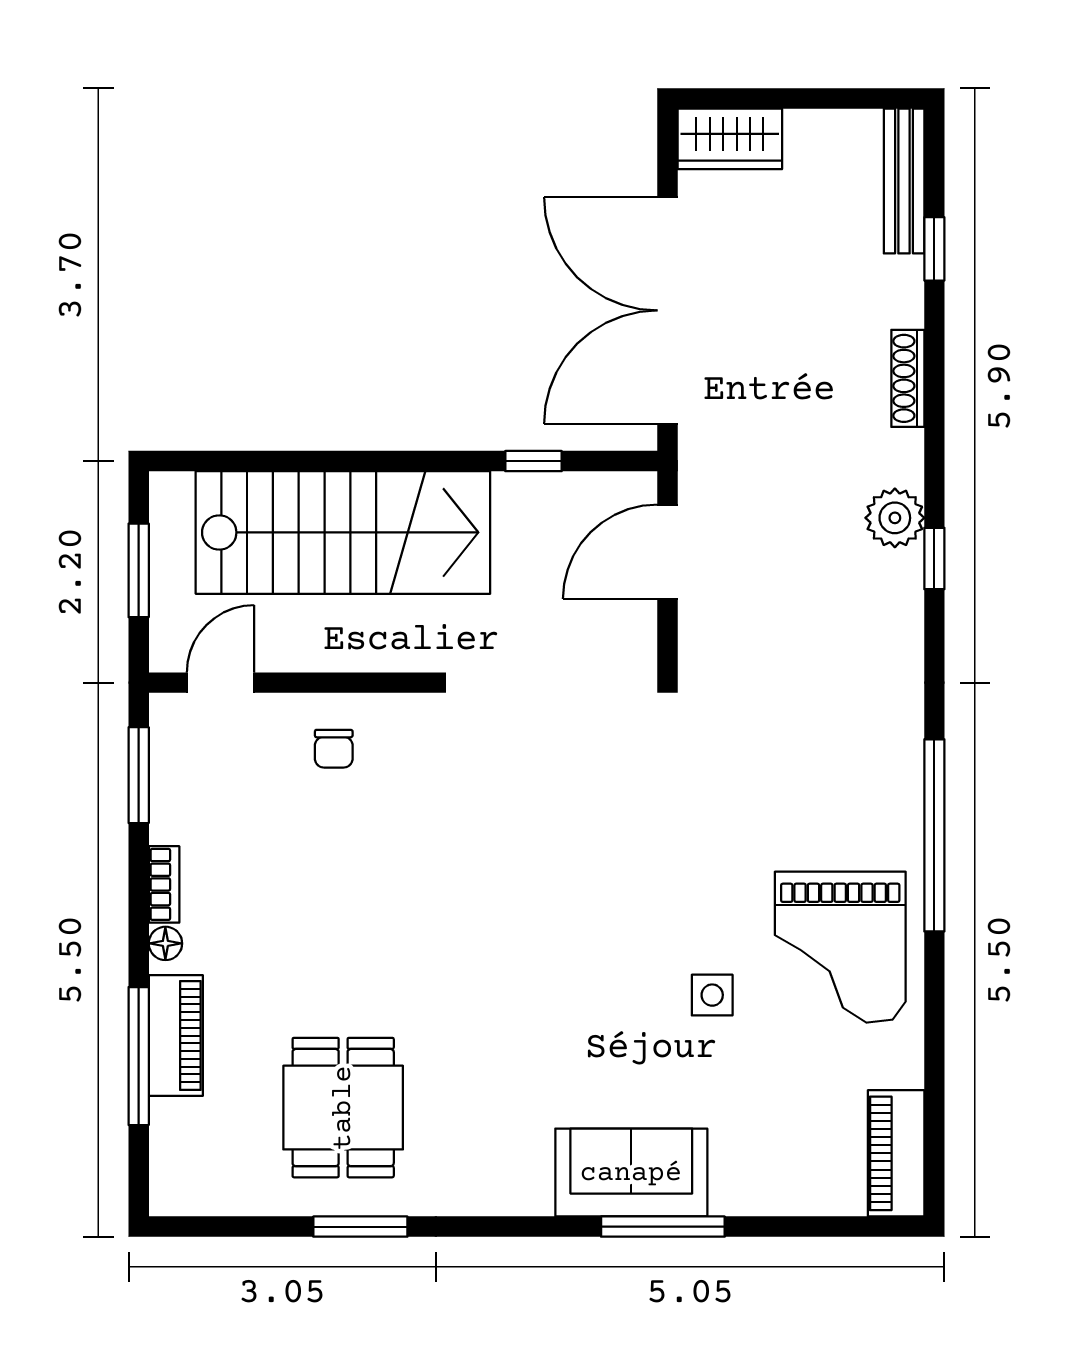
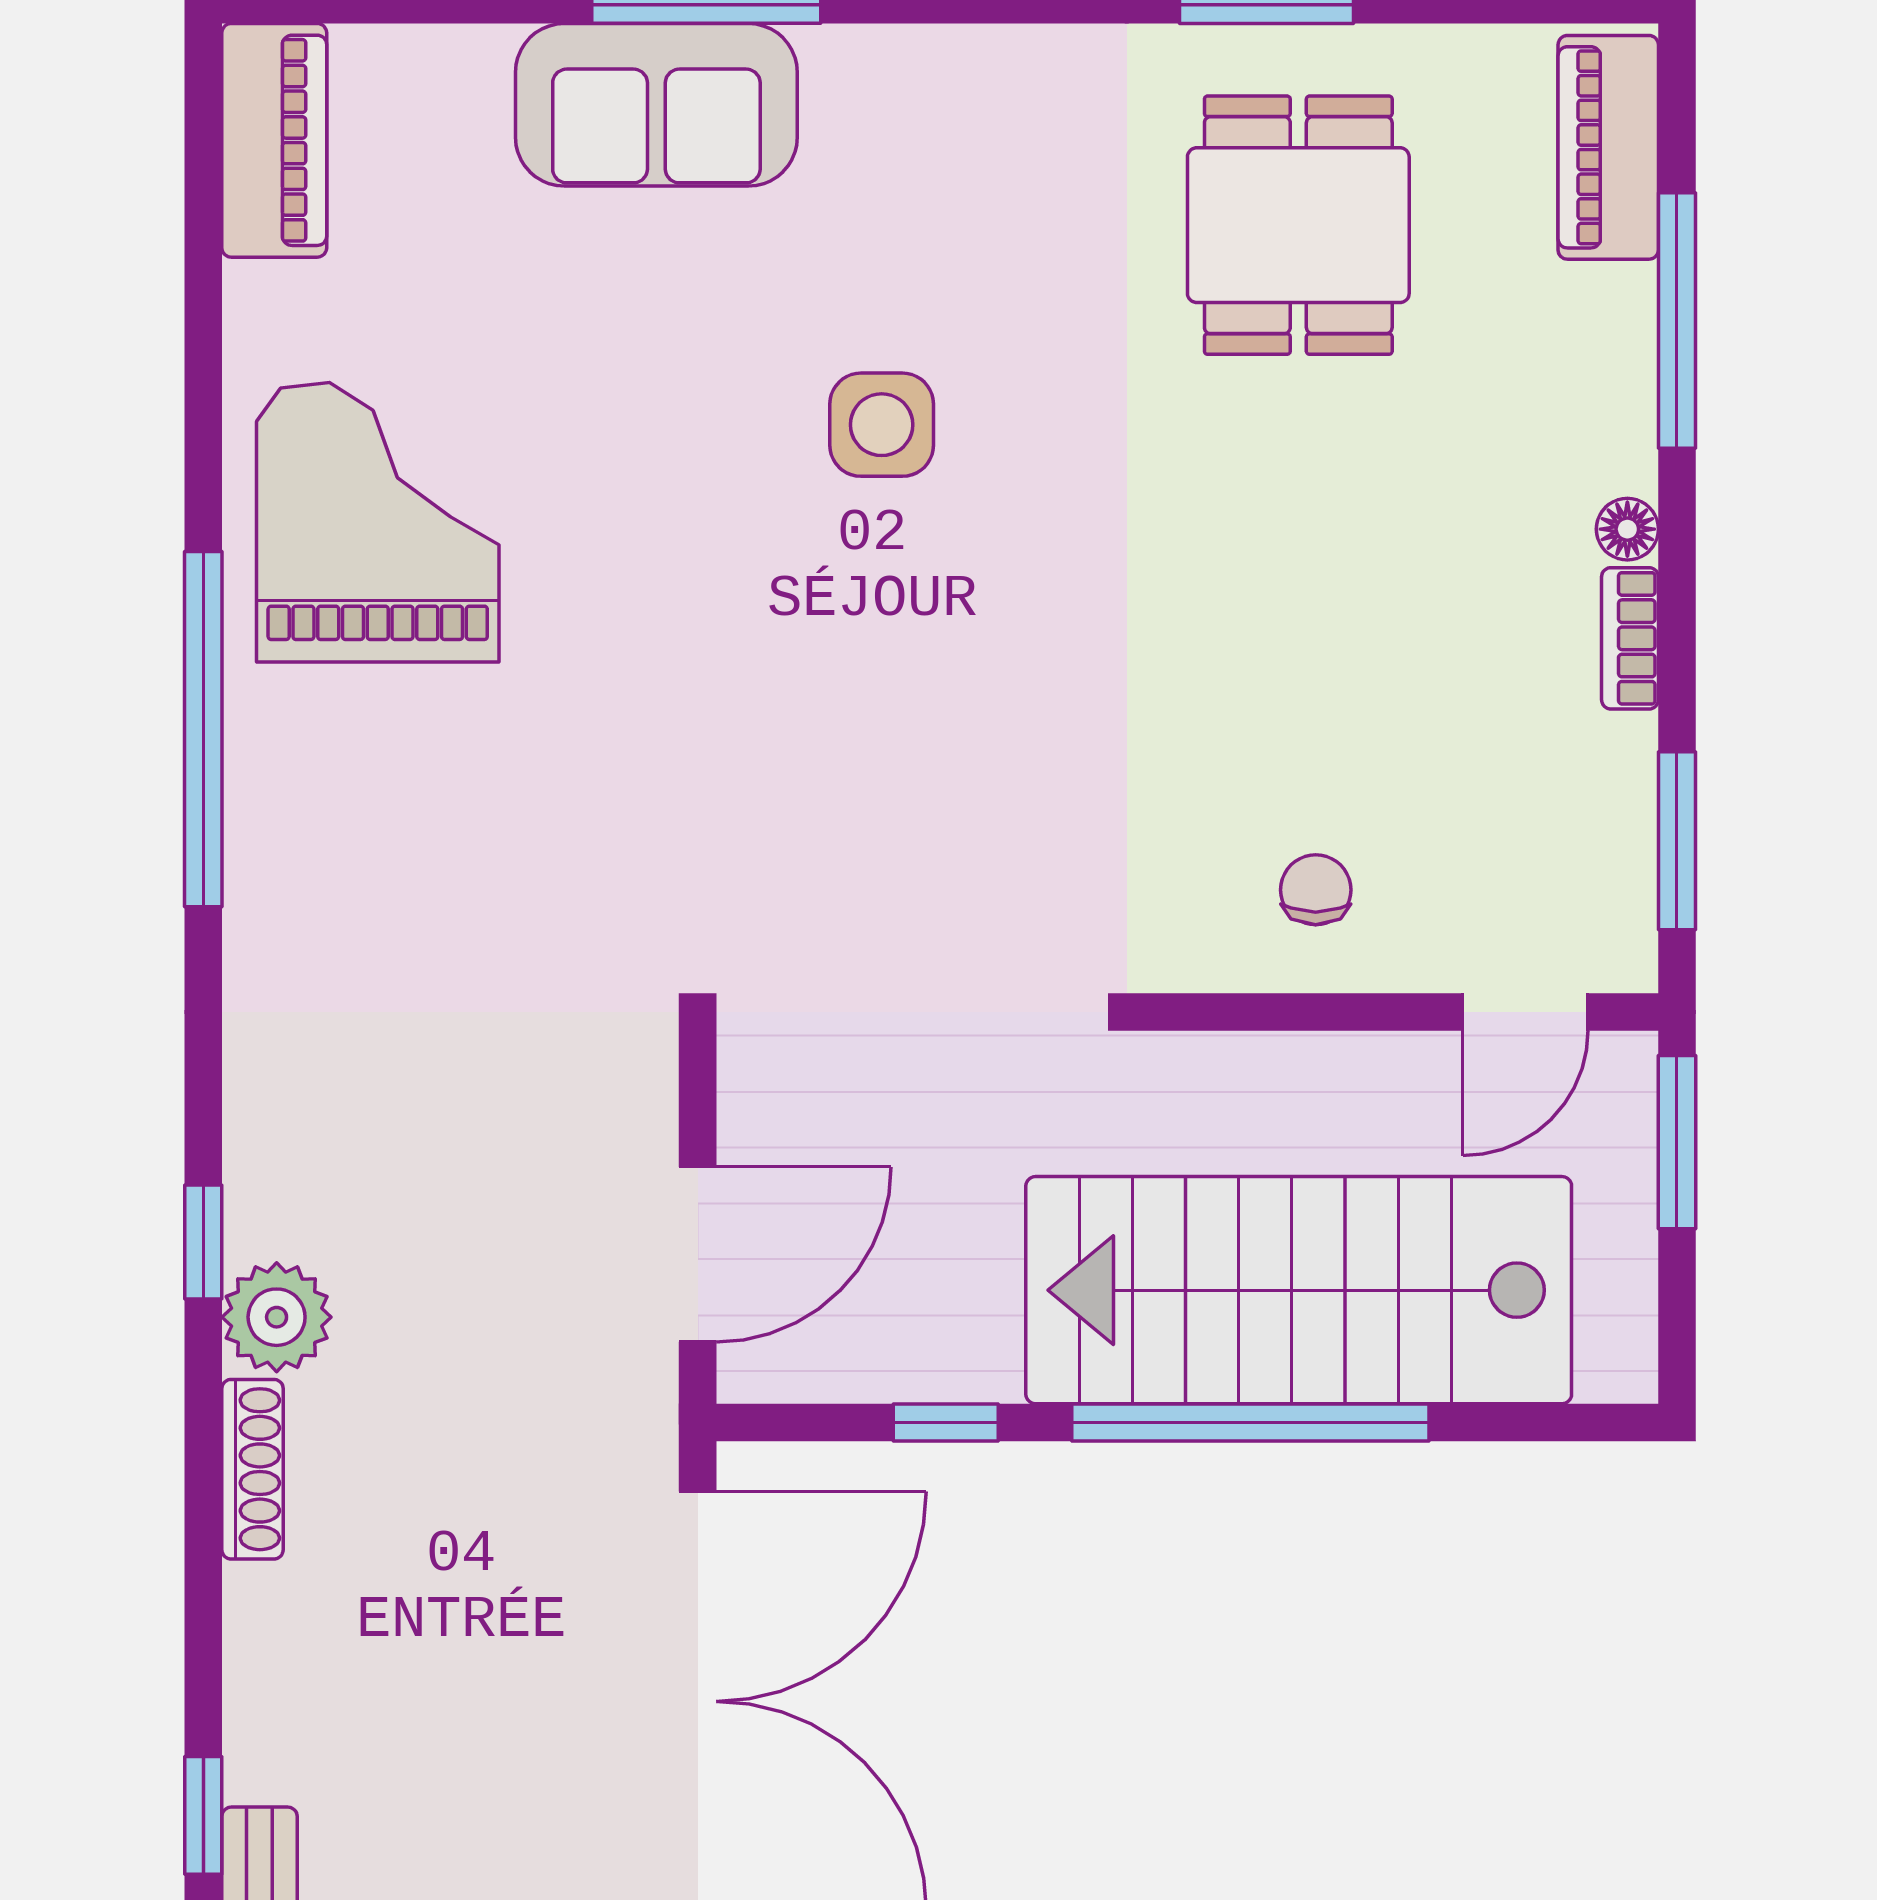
shoe rack: (908, 378) -> (253, 1469), moved
window: (369, 461) -> (1250, 1422), added
window: (139, 570) -> (1677, 1142), moved
side table: (712, 995) -> (882, 425), moved, width x1.37, depth x1.37
piano: (176, 1036) -> (1608, 147), moved
sofa: (631, 1173) -> (656, 105), moved

